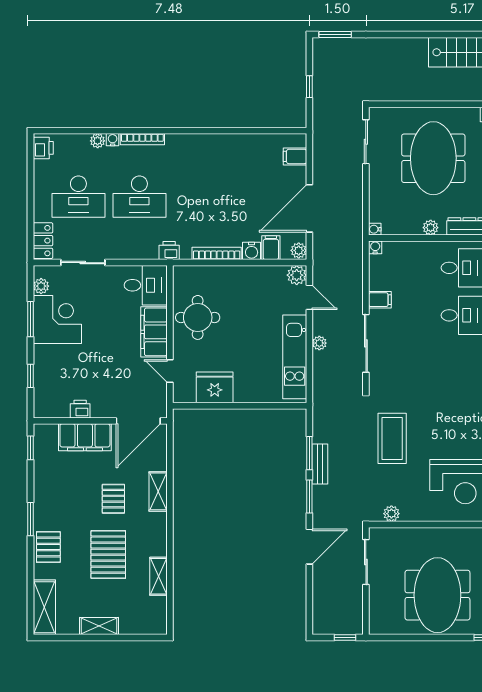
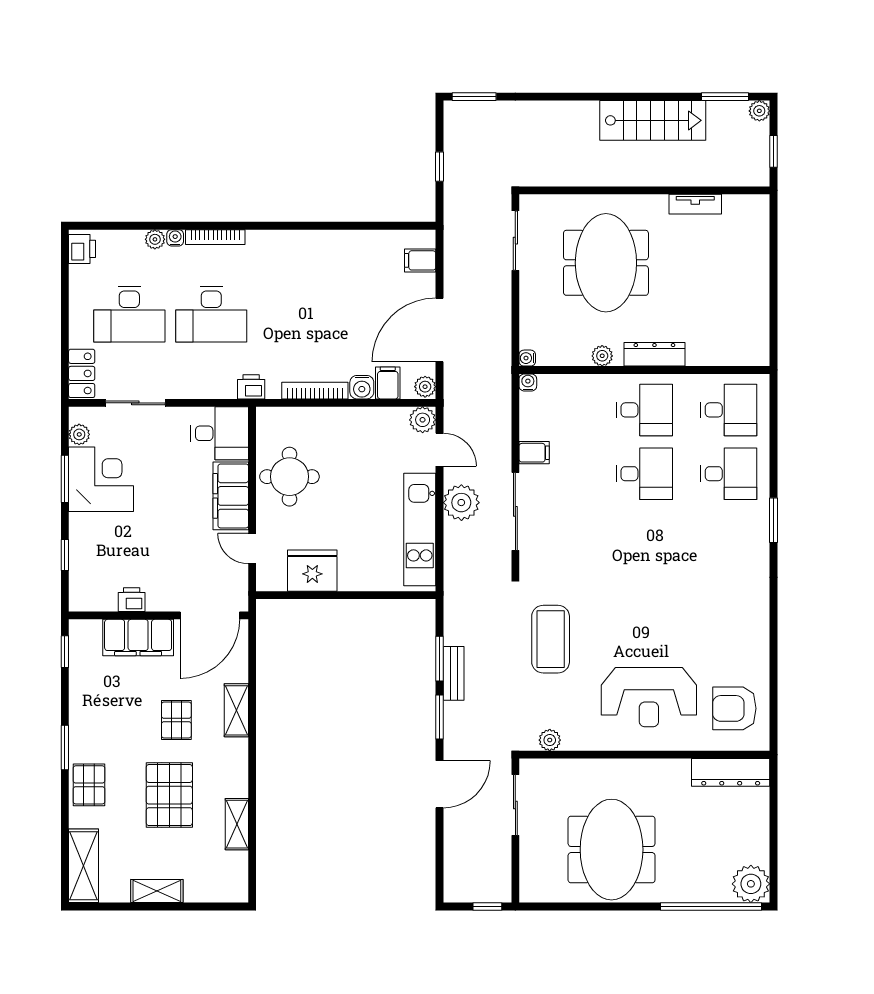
plant: (319, 343) -> (461, 503), width x1.88, depth x1.88

